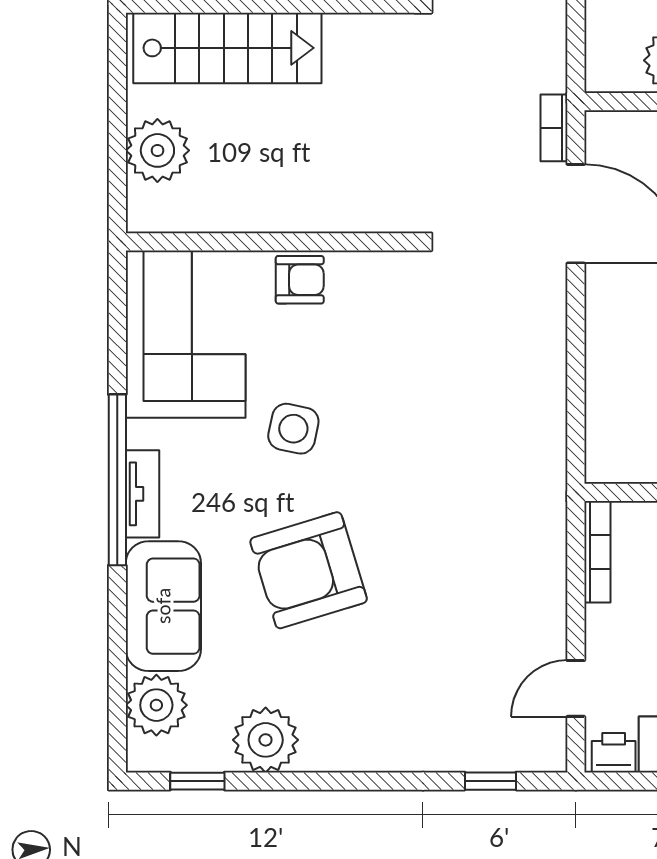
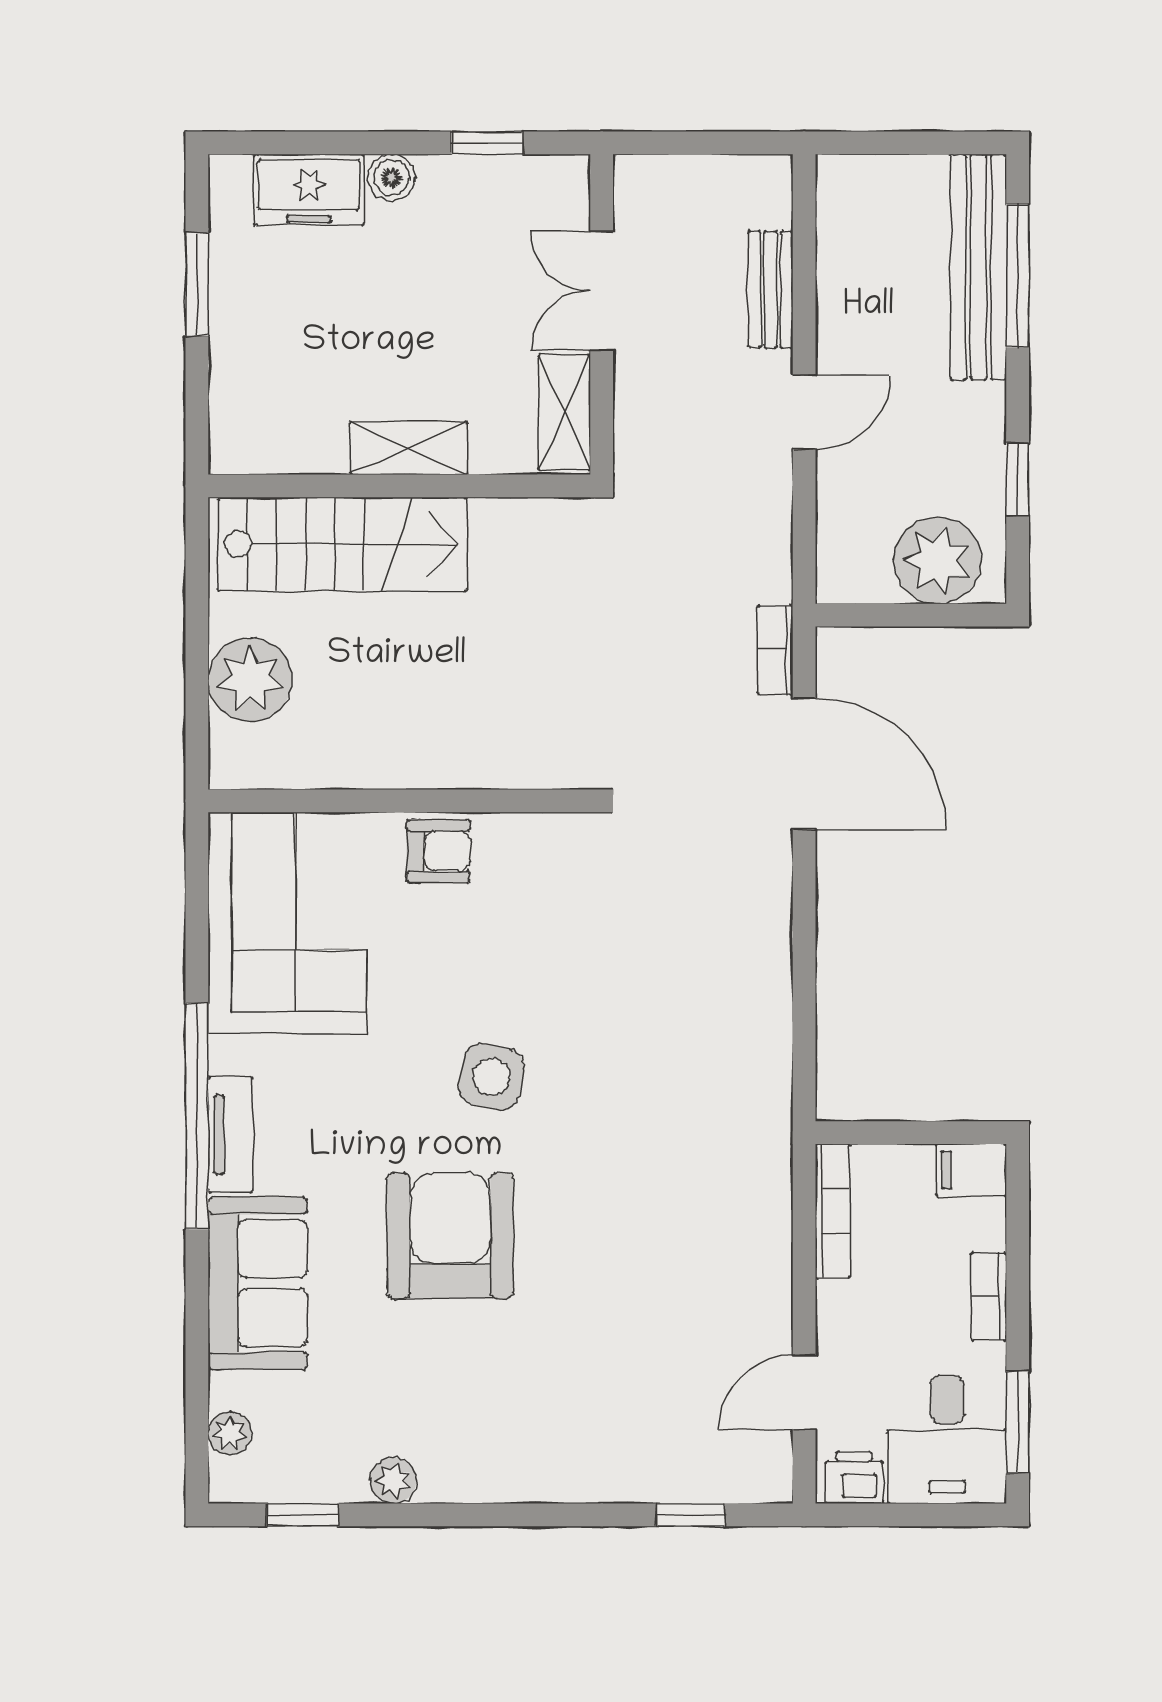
side table: (293, 429) -> (491, 1077), moved
armchair: (309, 570) -> (450, 1236), turned 107
plant: (156, 705) -> (230, 1433), width x0.53, depth x0.53
plant: (266, 740) -> (393, 1481), width x0.53, depth x0.53

